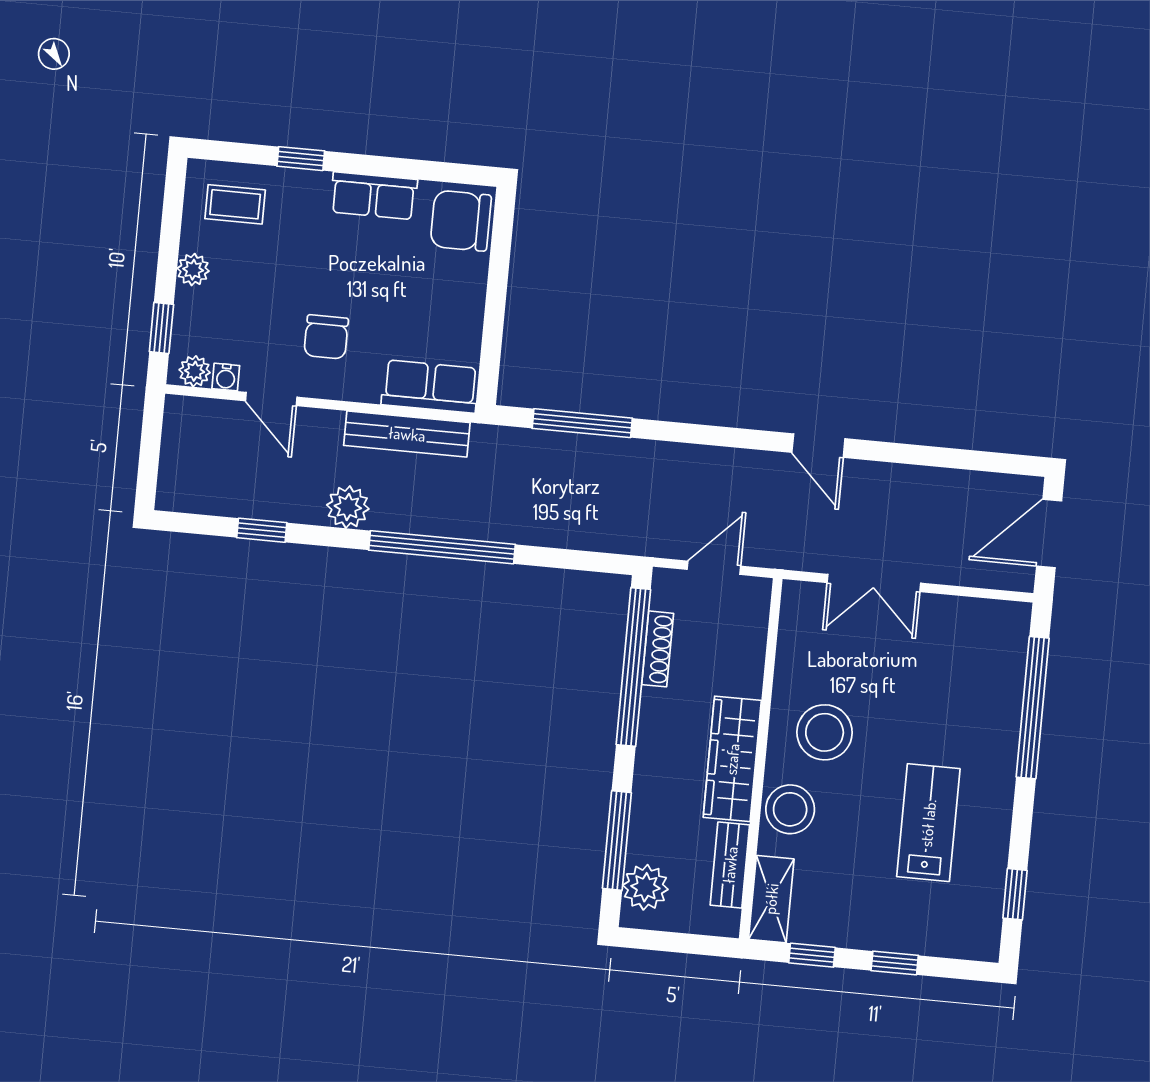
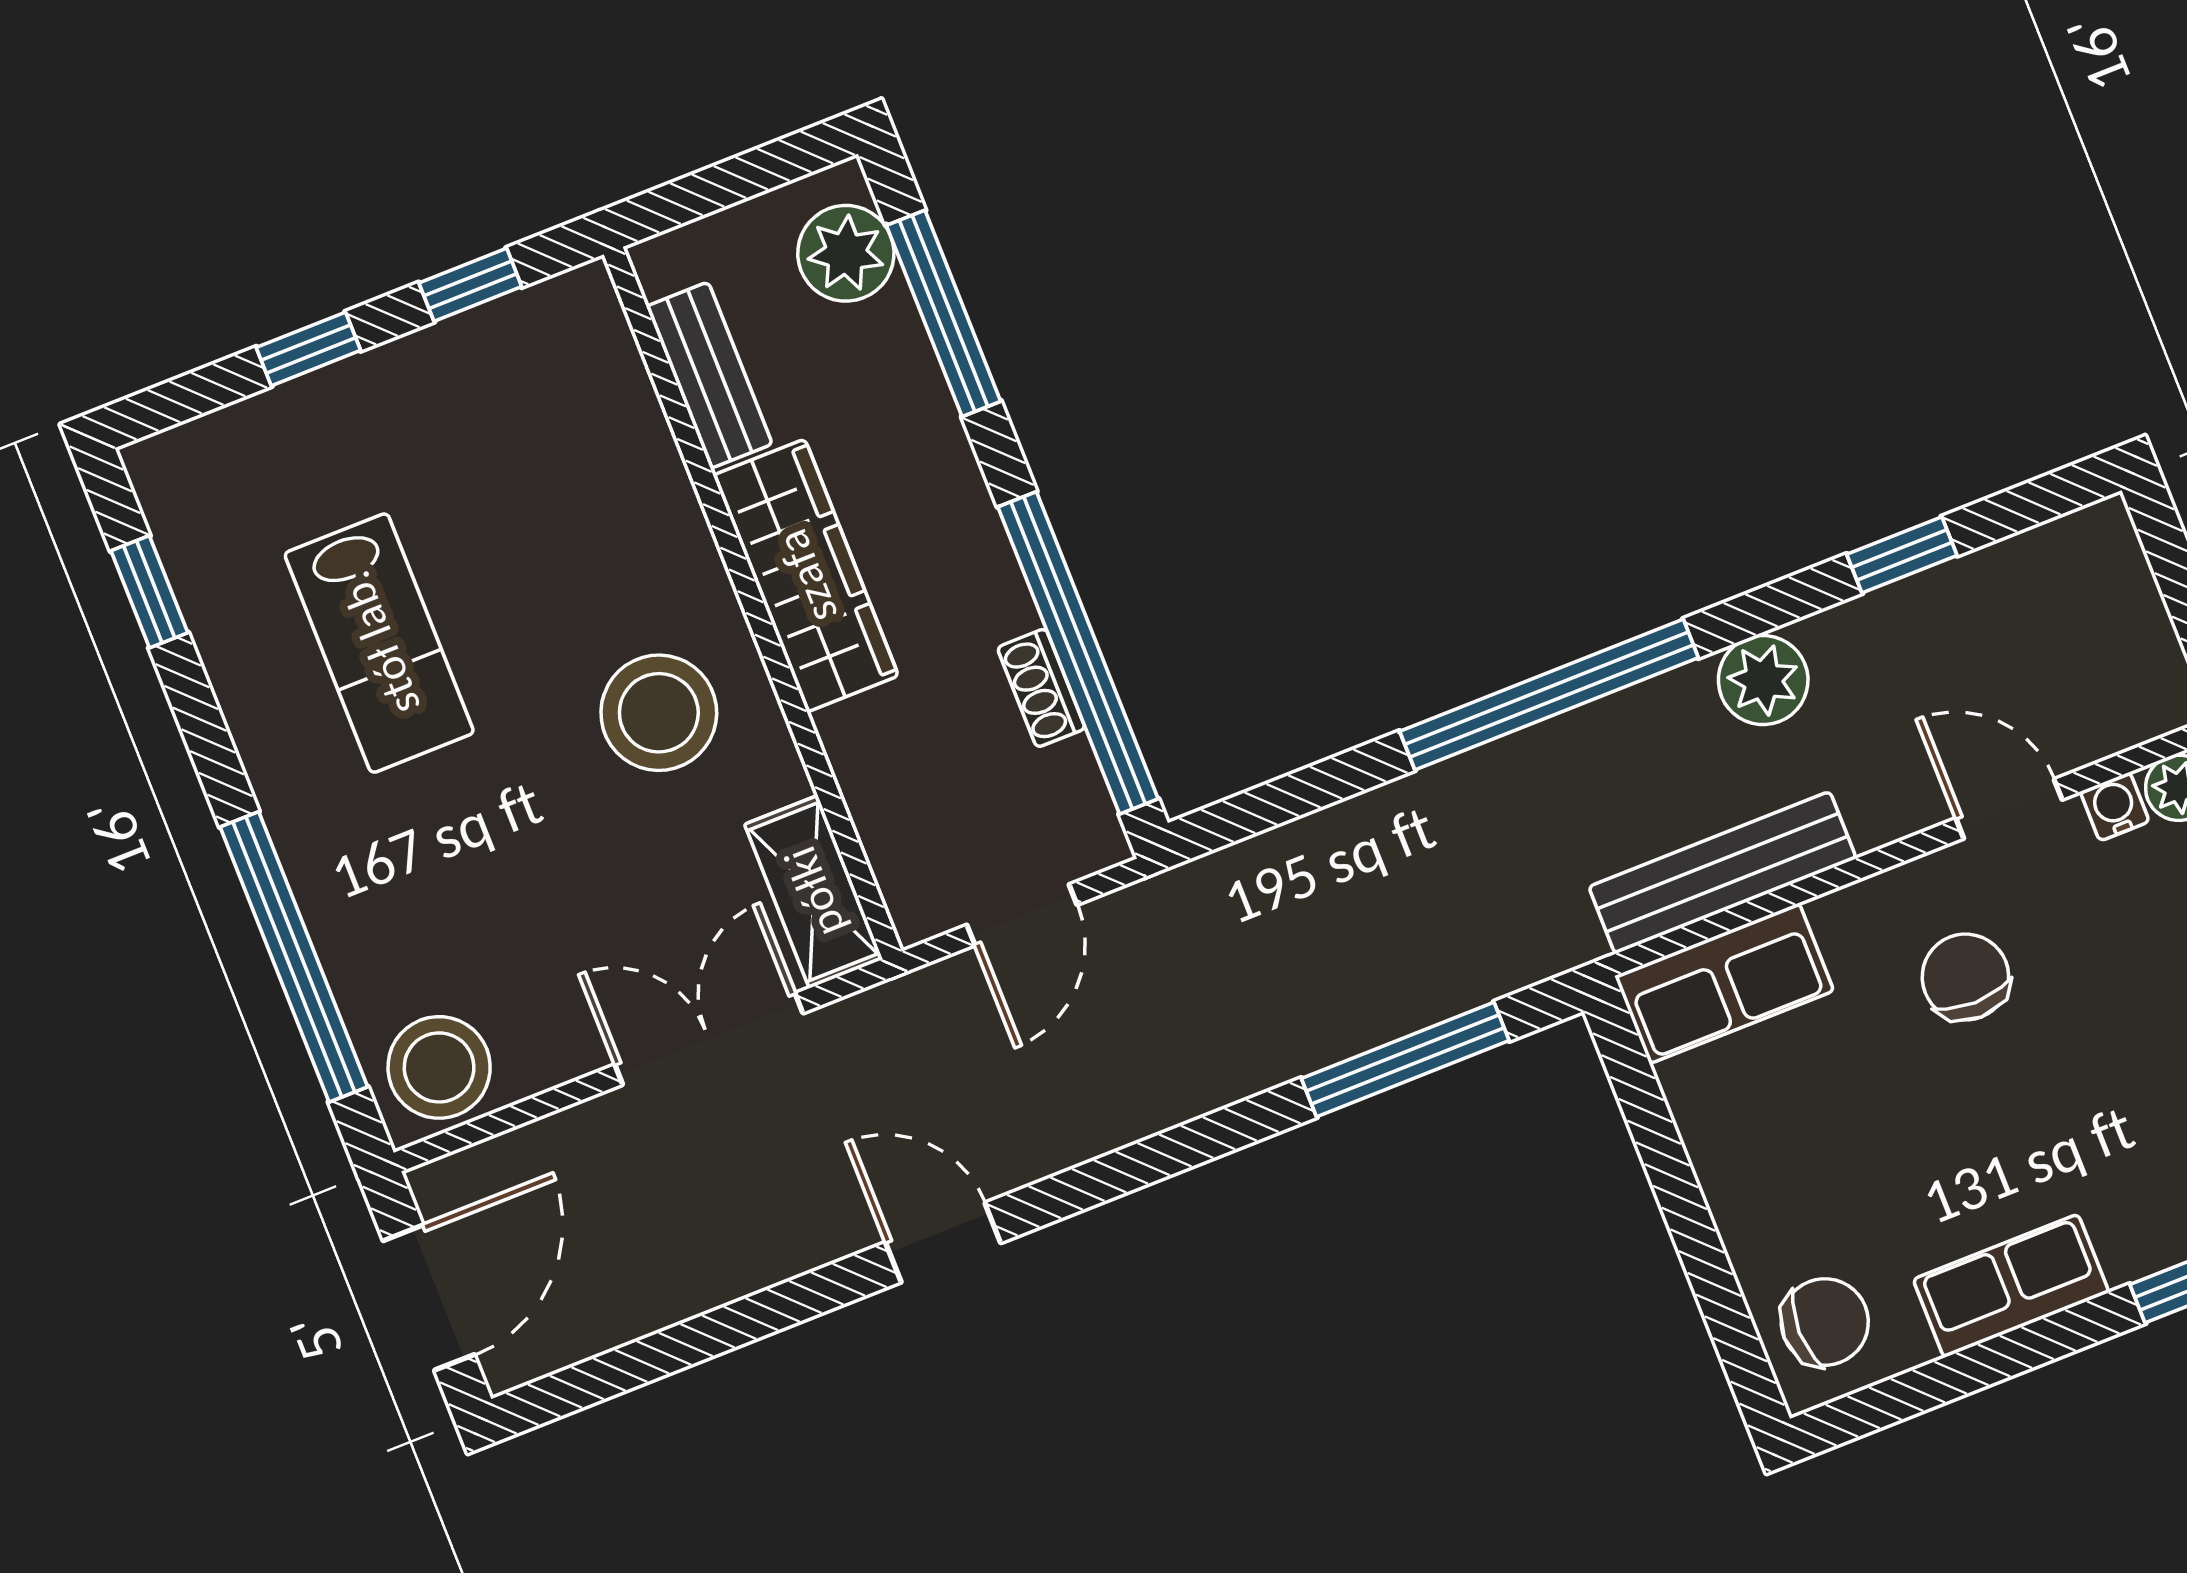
chair: (461, 221) -> (1825, 1322), width x0.73, depth x0.73
shoe rack: (658, 649) -> (1041, 688), width x0.70
stool: (790, 809) -> (439, 1067), moved
shelving: (771, 899) -> (814, 892), moved

